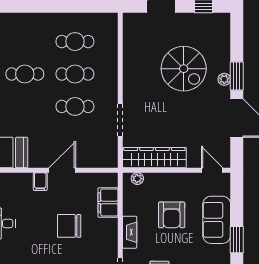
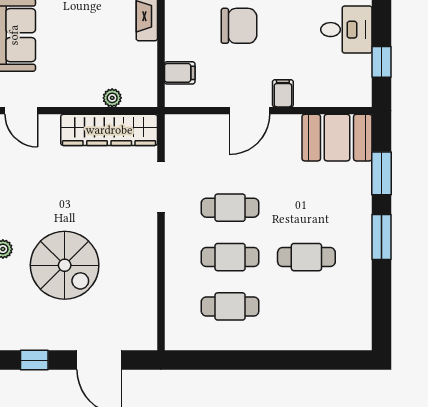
spiral stairs: (184, 69) -> (65, 265), turned 180
plant: (137, 179) -> (112, 98), moved
filing cabinet: (108, 202) -> (180, 73), width x0.50
armchair: (172, 215) -> (83, 43), removed

